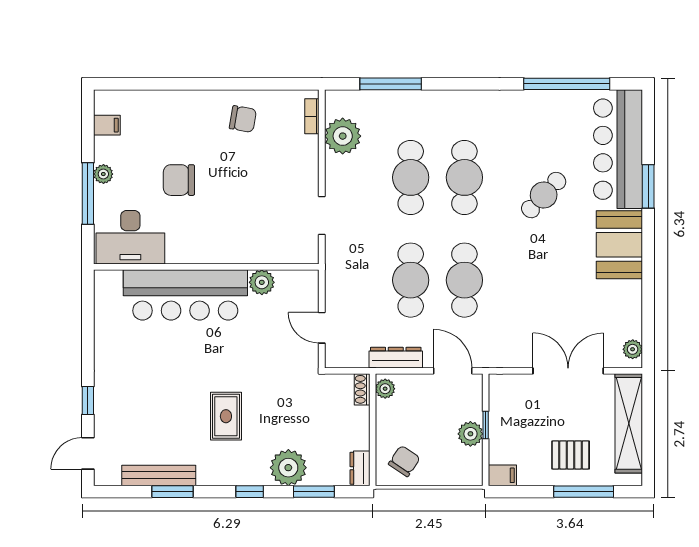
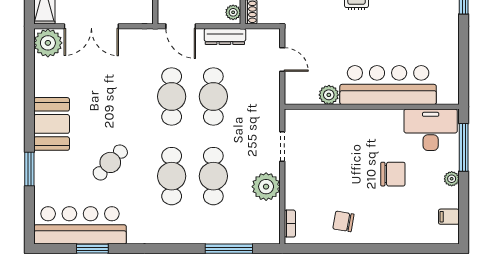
window: (567, 84) -> (92, 249), width x0.47
plant: (343, 136) -> (266, 187), moved
bar counter: (618, 149) -> (80, 225), moved, turned -90
window: (88, 193) -> (464, 147), moved
plant: (633, 349) -> (48, 43), width x1.87, depth x1.87

